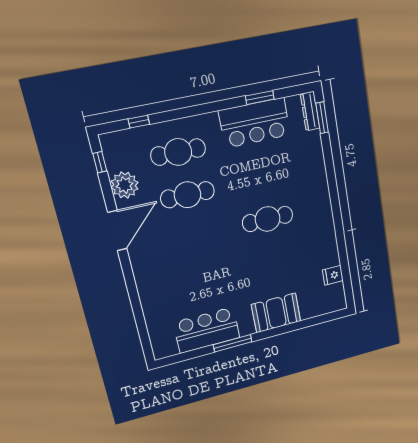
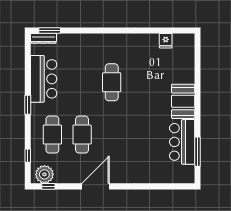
window: (260, 97) -> (28, 105), moved
plant: (125, 185) -> (44, 174), moved
door: (117, 231) -> (95, 186), hinge flipped
booth: (276, 313) -> (183, 101), moved
window: (233, 343) -> (198, 152), moved

